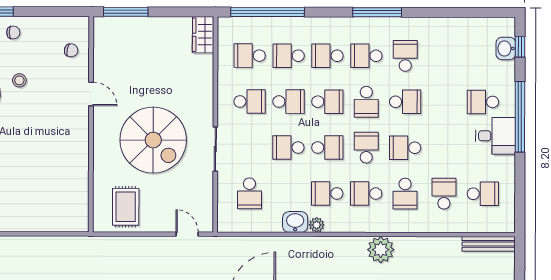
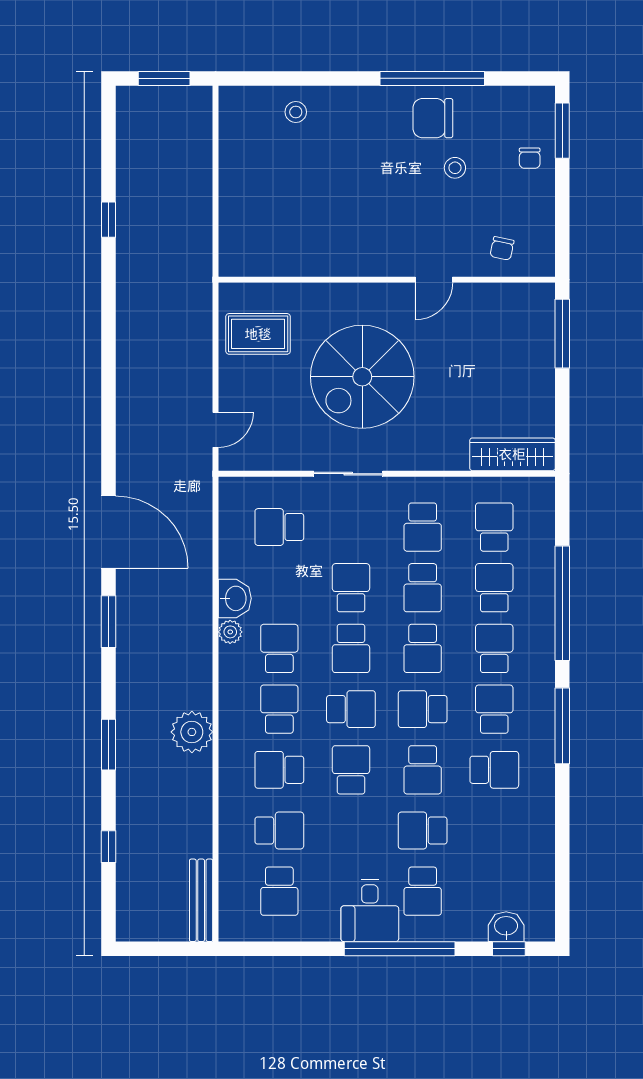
window: (268, 12) -> (562, 603), moved
wardrobe: (203, 35) -> (512, 454), width x1.50
school desk: (444, 102) -> (423, 831), added
school desk: (483, 102) -> (423, 891), turned 180

